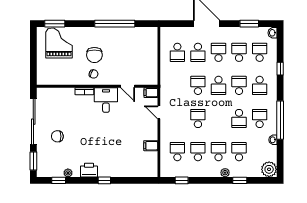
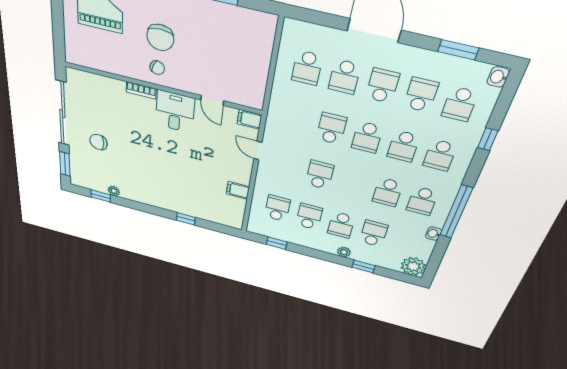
school desk: (260, 52) -> (460, 104), turned 180
school desk: (239, 85) -> (403, 146), turned 180
school desk: (260, 119) -> (422, 201), turned 180
school desk: (218, 152) -> (341, 225), turned 180
printer: (89, 170) -> (144, 196), removed
window: (104, 180) -> (186, 219), moved

